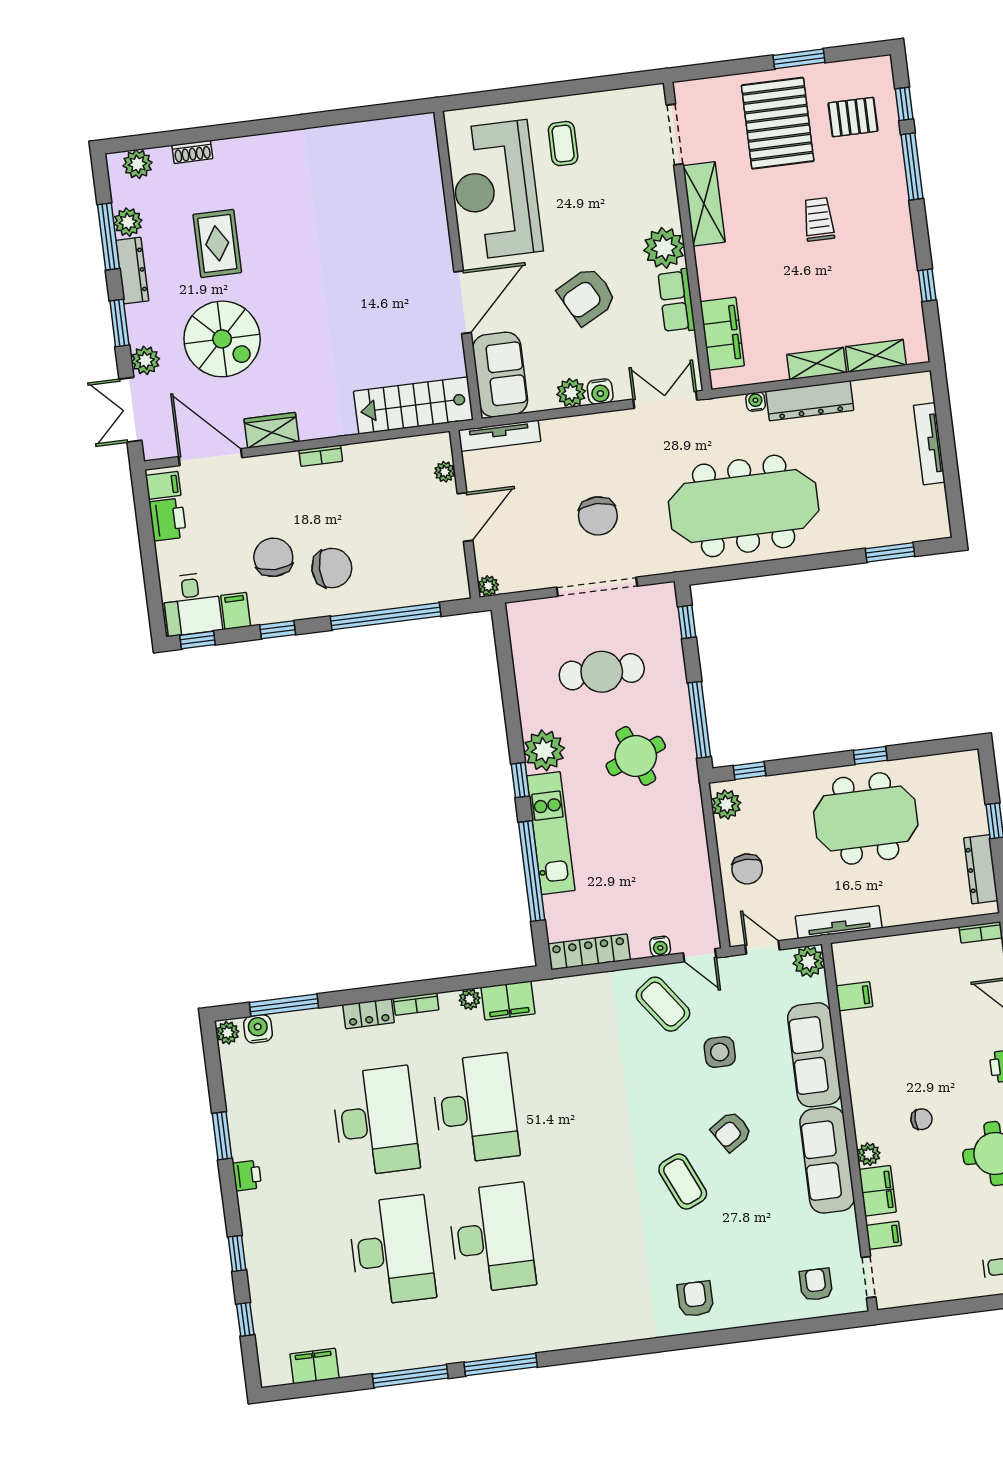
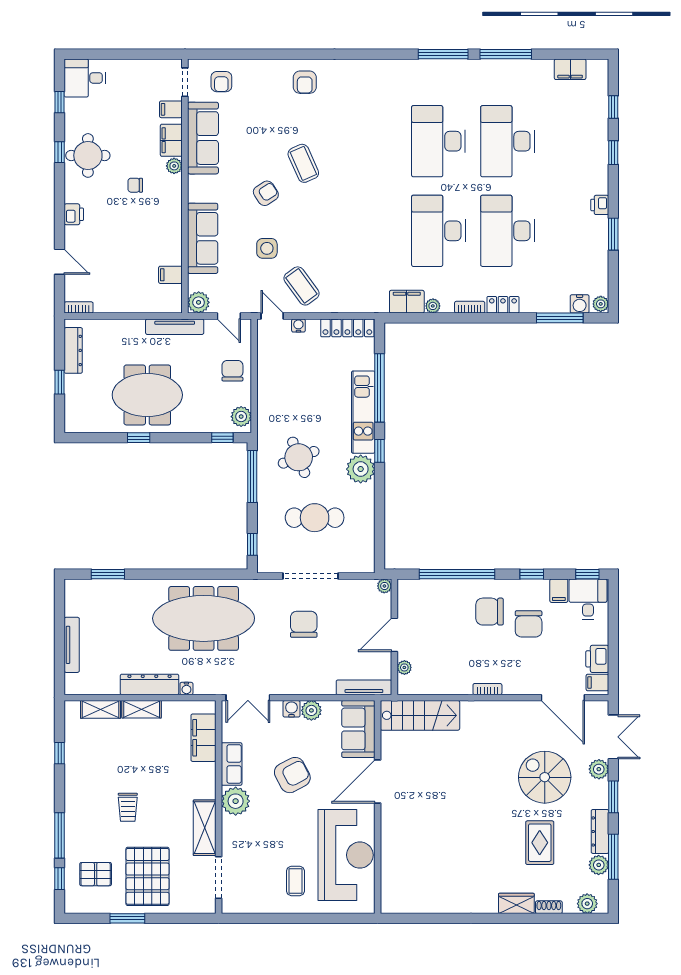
wardrobe: (272, 430) -> (516, 903), moved, turned 180
sofa: (827, 1160) -> (203, 138), moved

